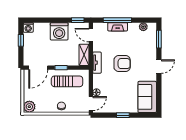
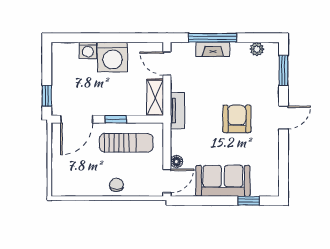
window: (78, 20) -> (145, 38), removed
washing machine: (28, 28) -> (88, 50), moved
window: (21, 40) -> (47, 96), moved
armchair: (122, 64) -> (237, 119), moved, turned -90
sofa: (147, 97) -> (223, 181), moved, turned 90
plant: (29, 107) -> (61, 186), removed
window: (123, 115) -> (249, 201), moved

